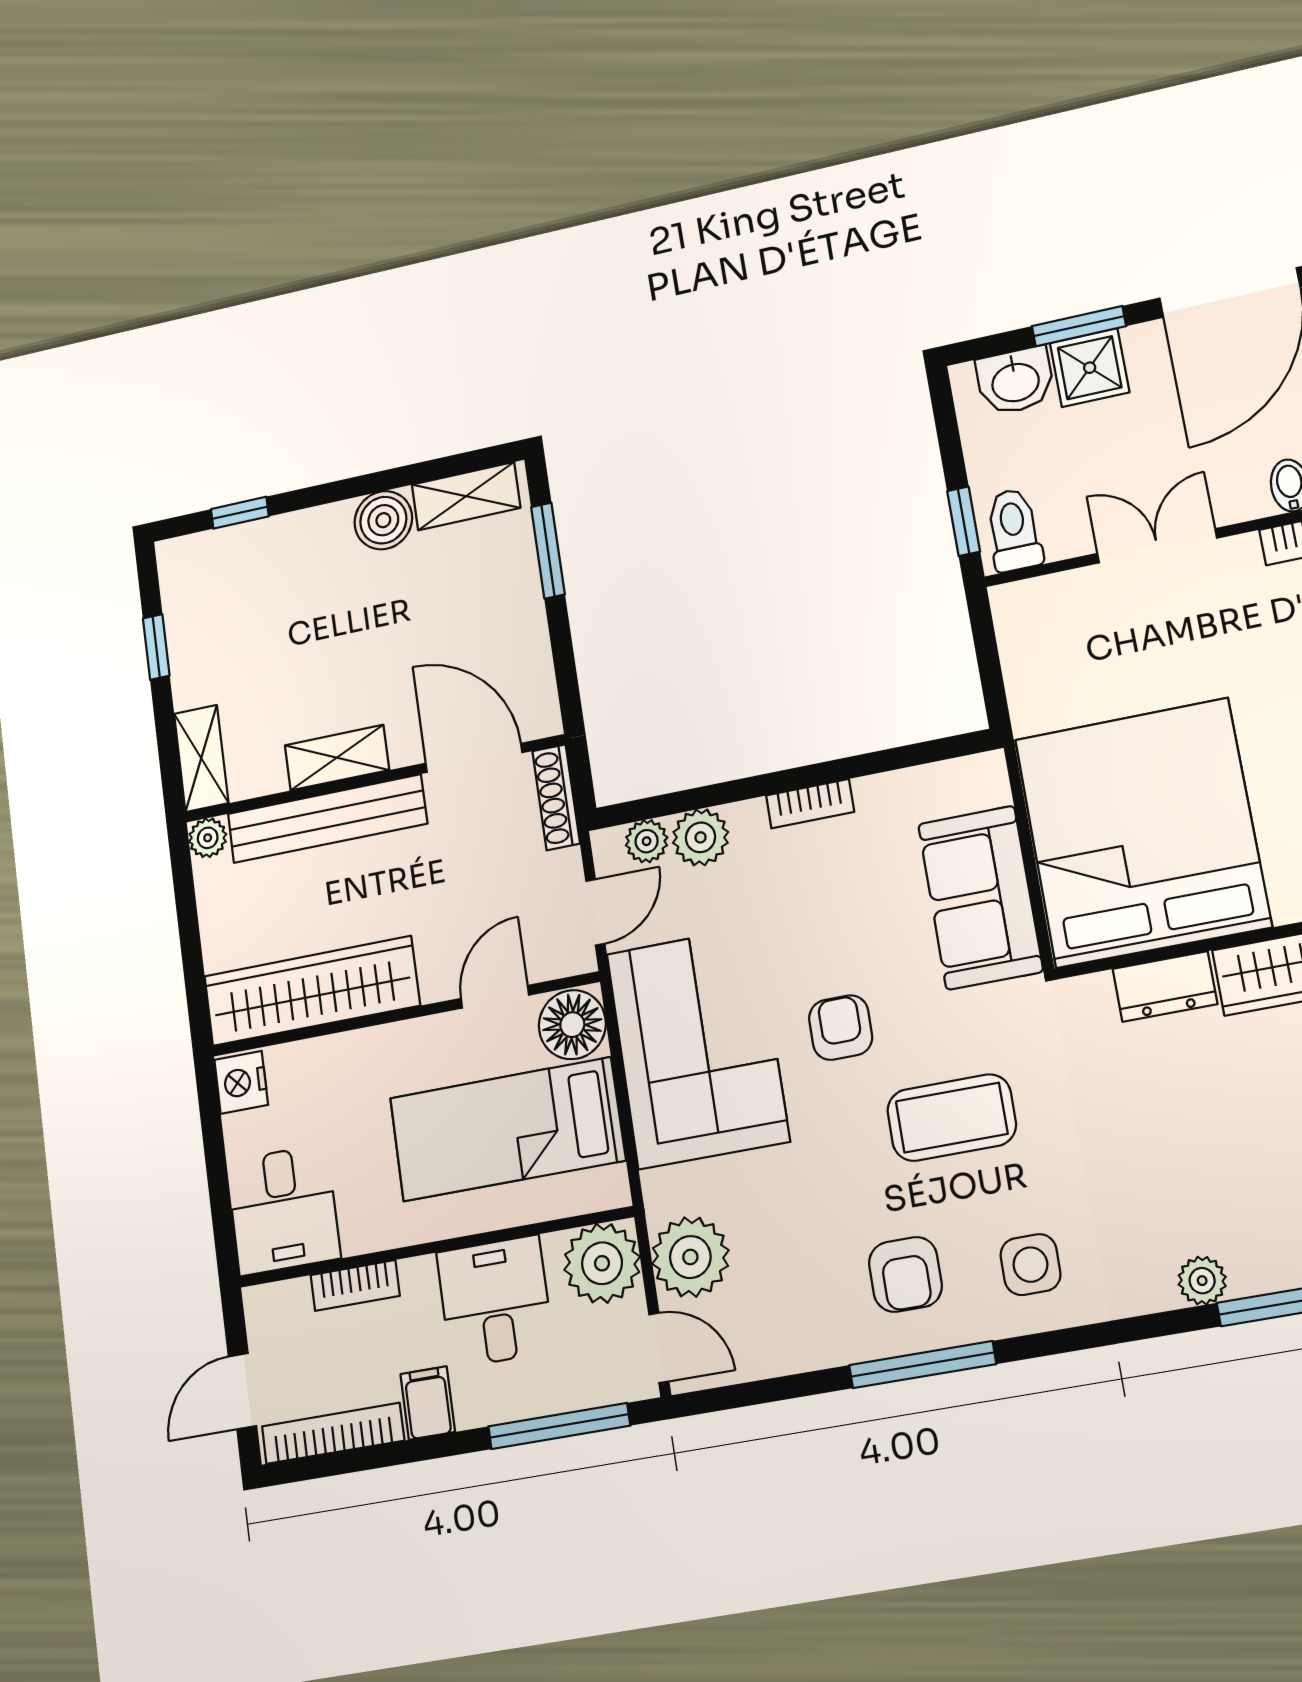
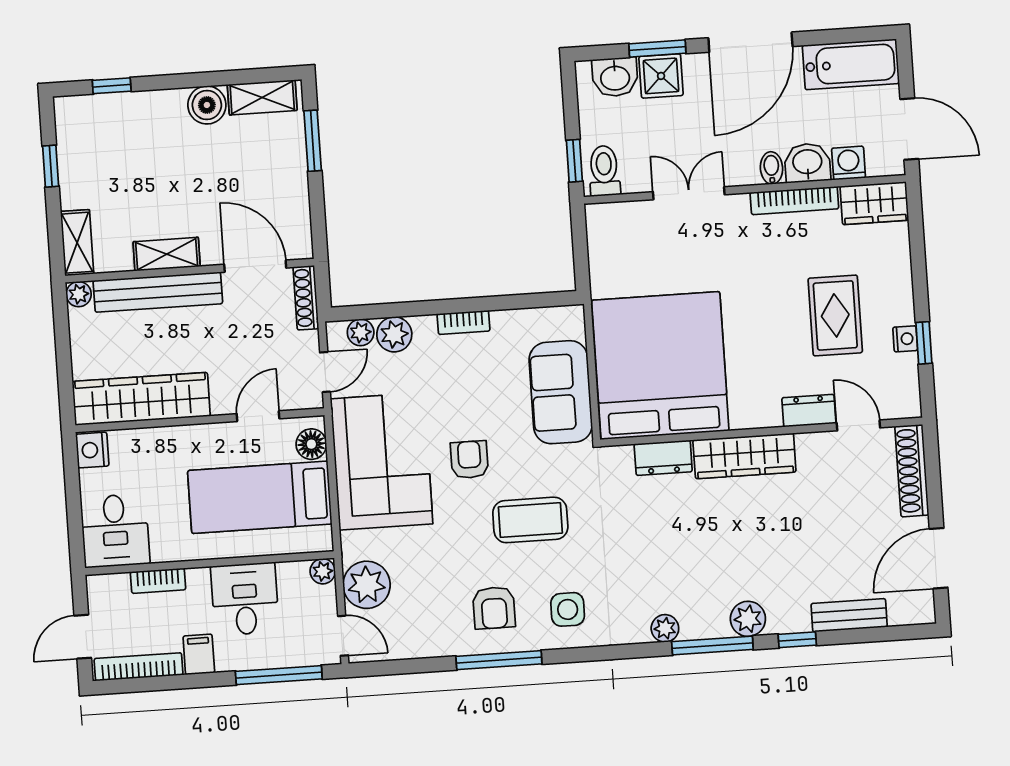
floor lamp: (572, 1025) -> (311, 444), width x0.73, depth x0.73
plant: (602, 1263) -> (323, 571), width x0.53, depth x0.53

